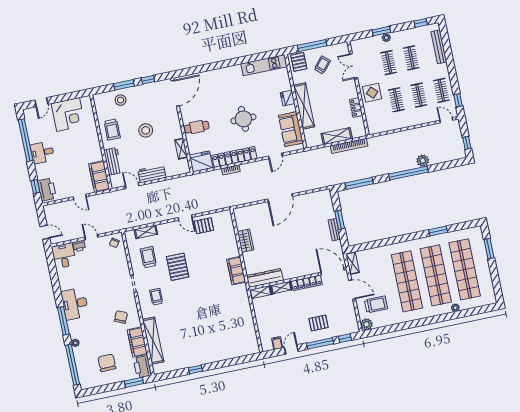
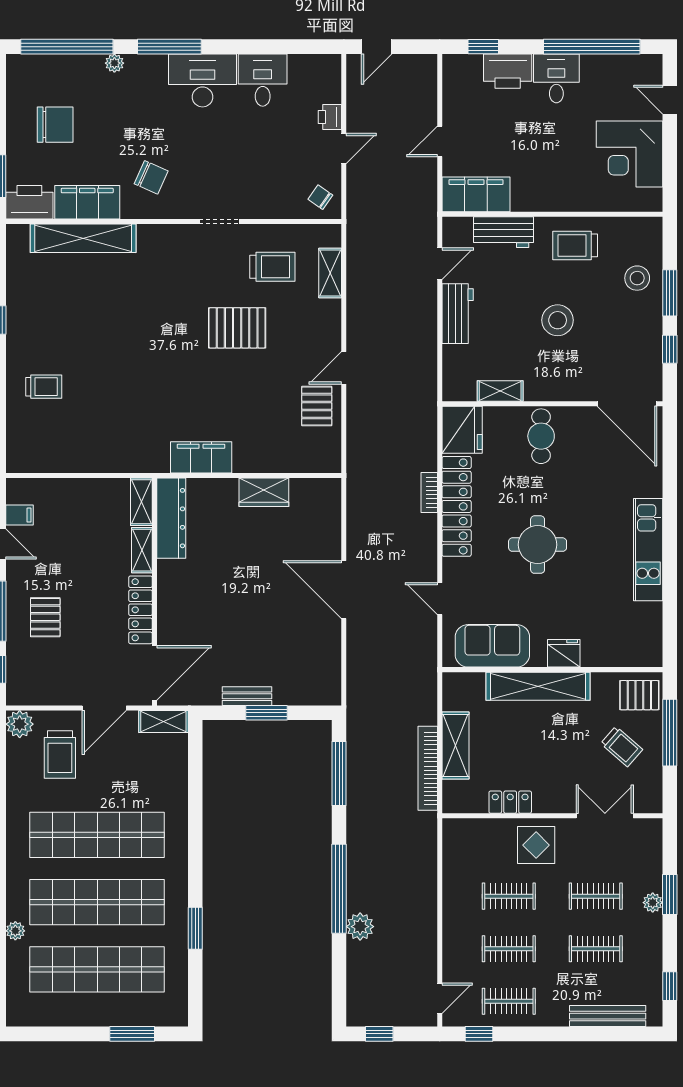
kitchen unit: (264, 65) -> (648, 550), moved
printer: (47, 189) -> (508, 71), moved
desk: (64, 256) -> (263, 80), moved, turned -90
trolley: (156, 297) -> (44, 387), moved

